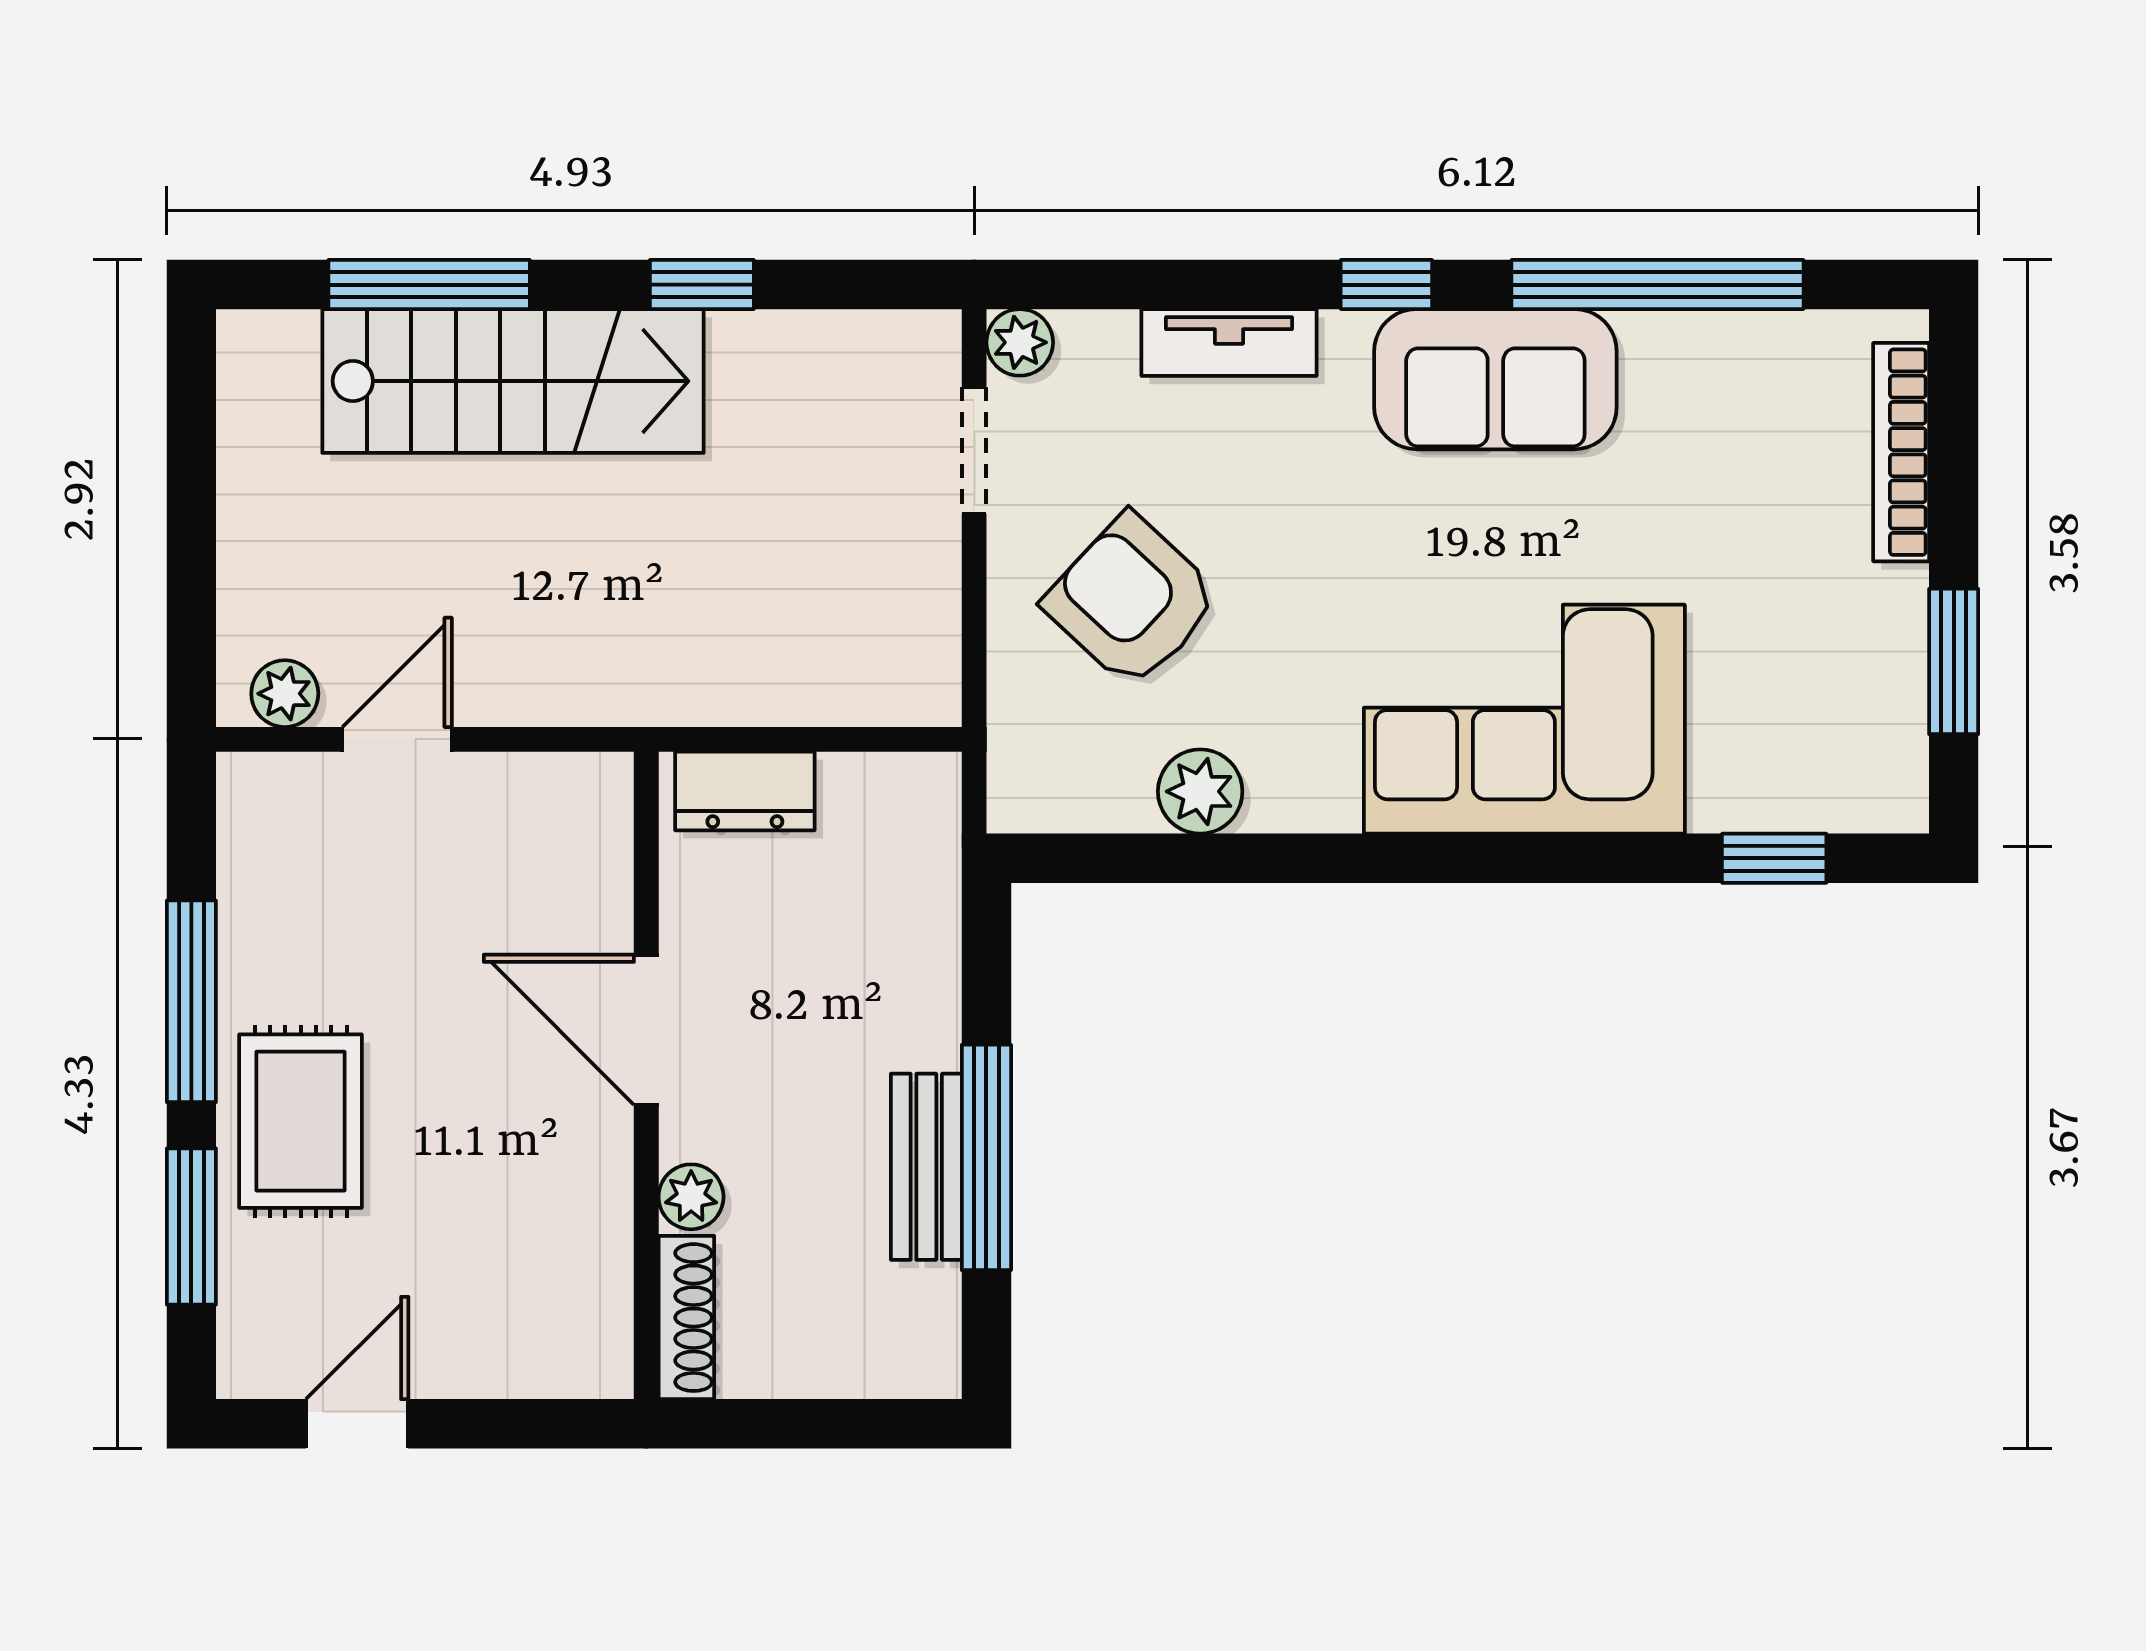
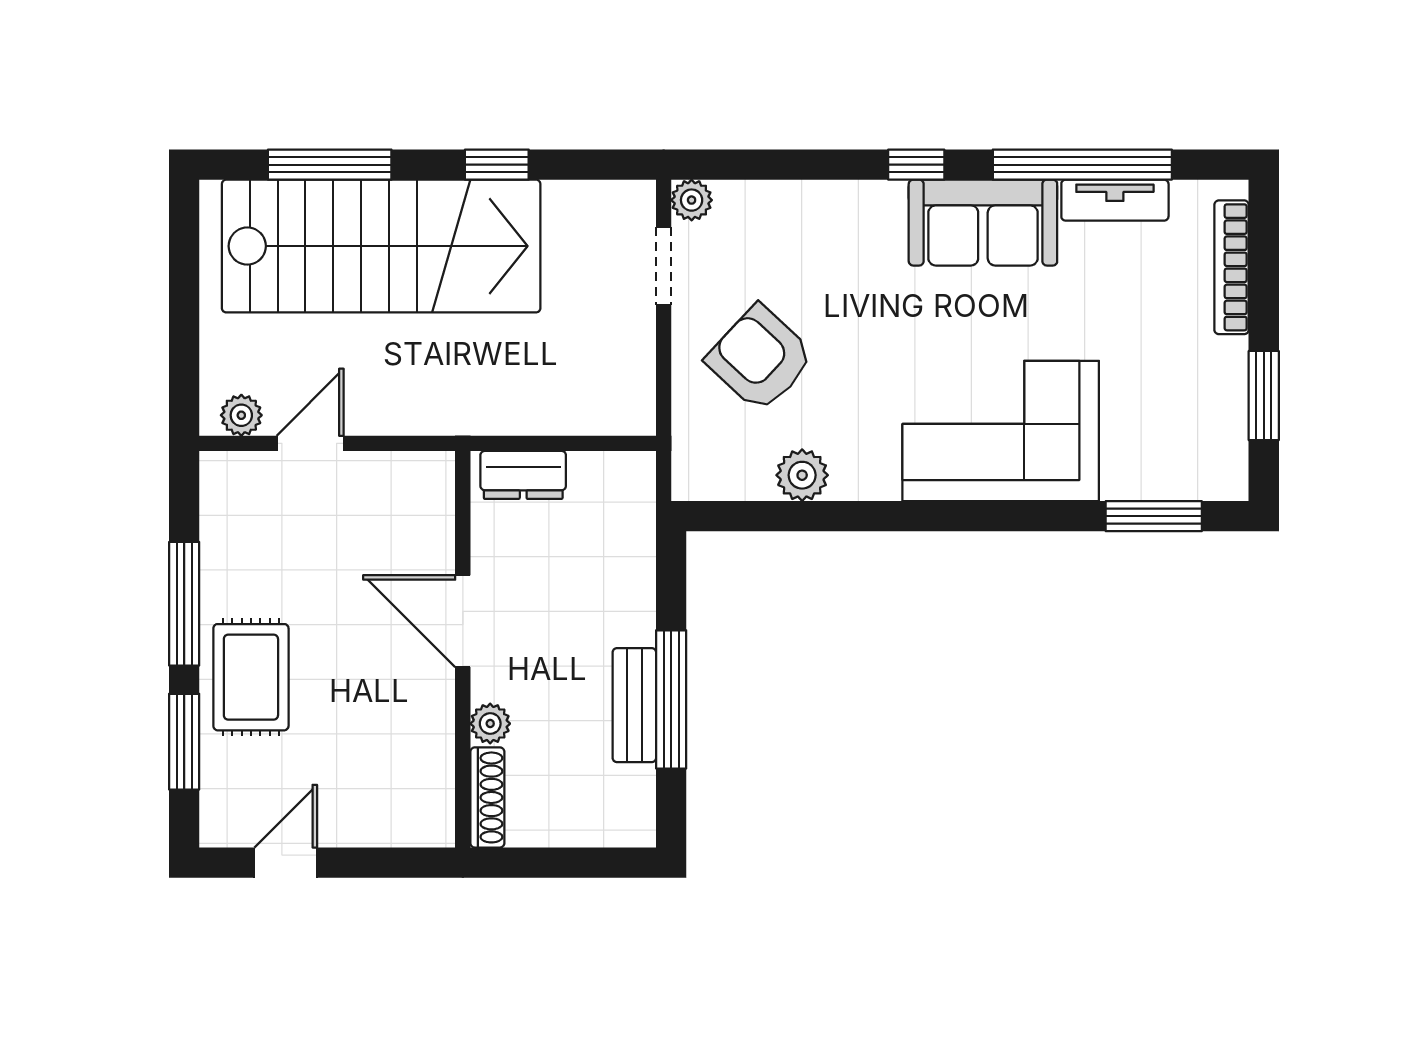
tv unit: (1229, 343) -> (1115, 200), moved
stairs: (513, 381) -> (381, 246), width x1.36, depth x1.51
window: (1774, 858) -> (1154, 516), width x1.50

